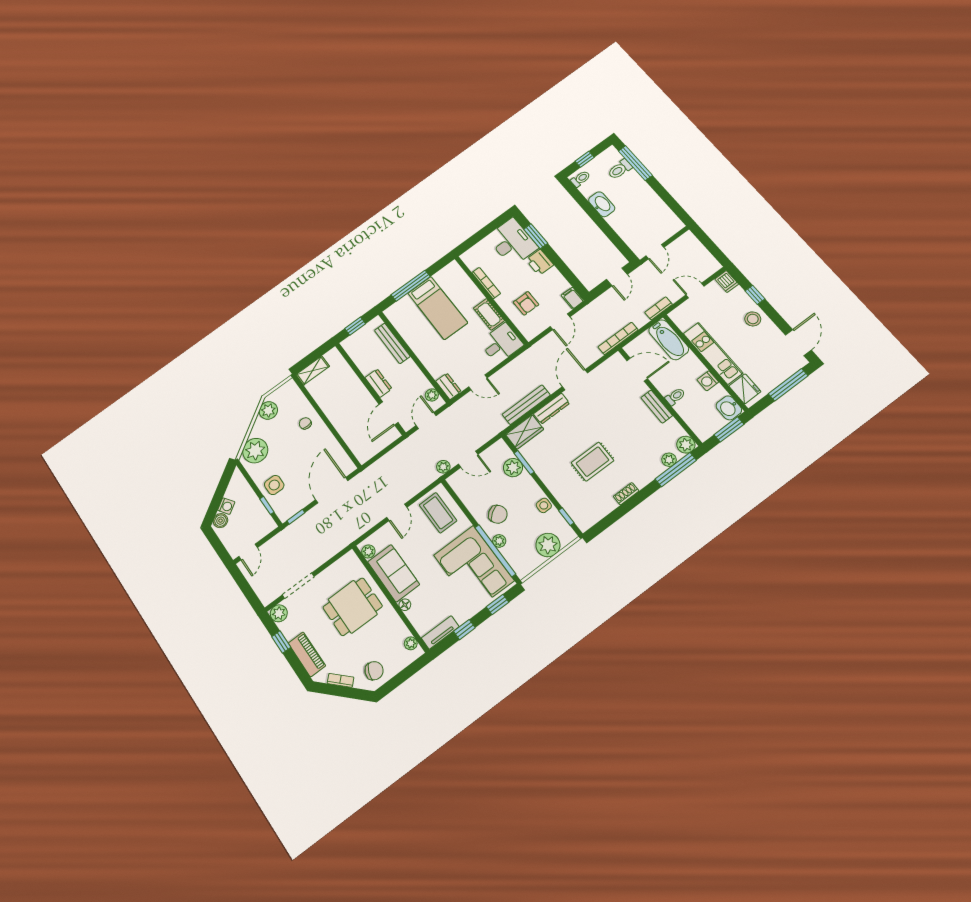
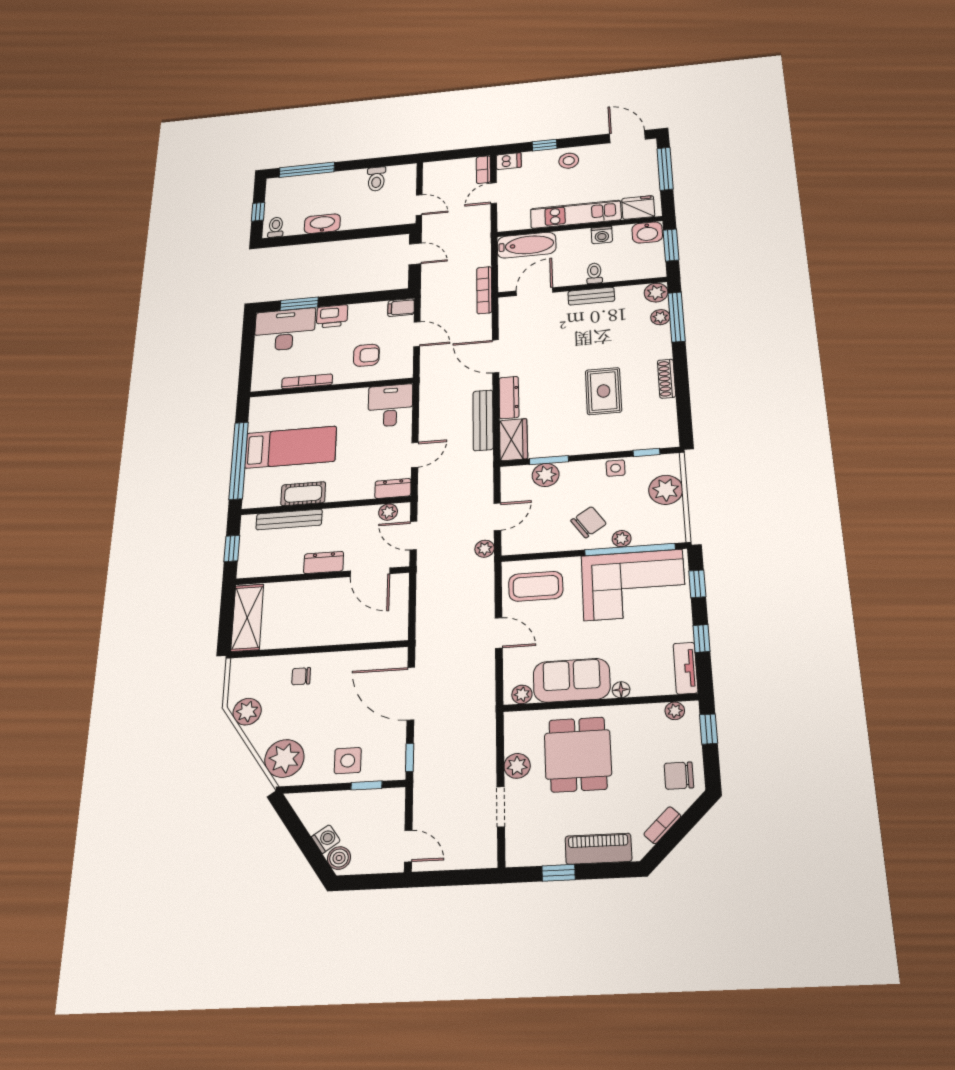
toilet: (620, 169) -> (376, 179), moved
window: (411, 286) -> (239, 461), width x1.46
bookcase: (659, 308) -> (483, 170), moved
cot: (489, 314) -> (303, 494), moved
shelving: (313, 371) -> (247, 618), width x1.50, depth x1.33
shoe rack: (626, 494) -> (667, 379), width x1.43
doorway: (298, 586) -> (501, 807), width x0.73
plant: (279, 613) -> (517, 766), moved
window: (411, 670) -> (709, 729), added
chair: (374, 671) -> (679, 776), turned -110

